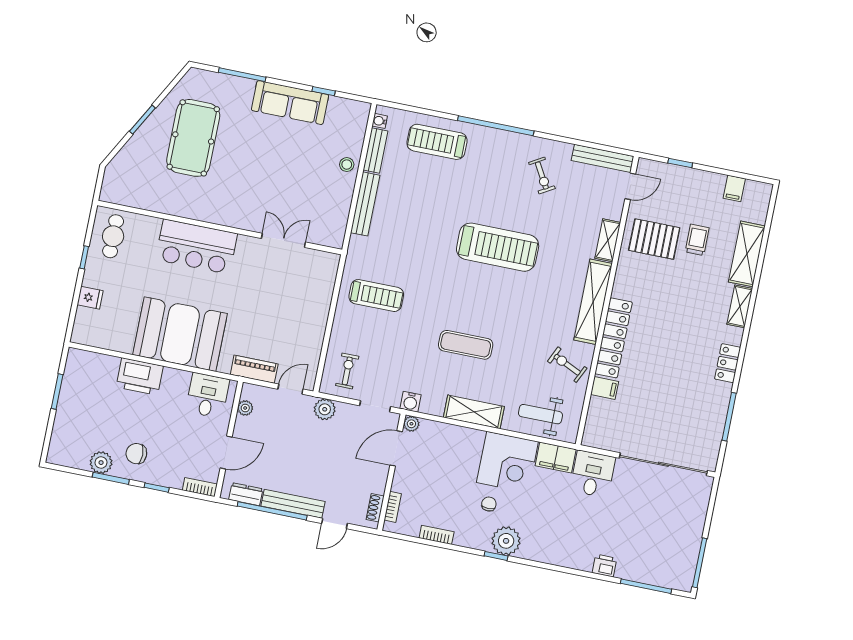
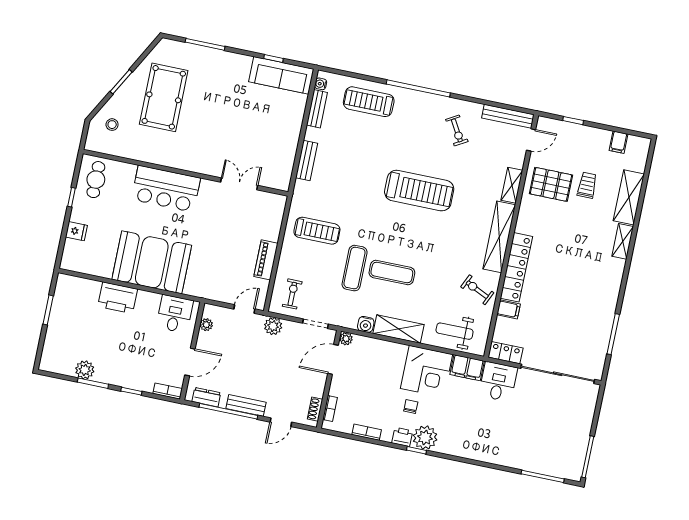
sofa: (290, 103) -> (281, 75), moved
stool: (347, 165) -> (112, 125), moved
bench: (365, 204) -> (307, 160), width x0.73
exercise mat: (421, 340) -> (355, 268), added
locker: (728, 363) -> (506, 353), moved, turned 90
piano: (254, 369) -> (266, 260), moved, turned -90
water cooler: (411, 402) -> (366, 324), moved
chair: (136, 454) -> (115, 363), removed
bench: (293, 504) -> (246, 405), width x0.73
printer: (605, 566) -> (402, 437), moved

